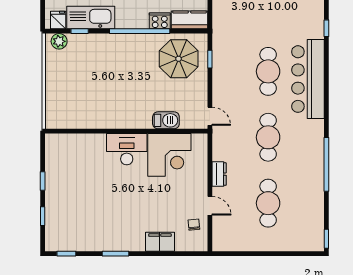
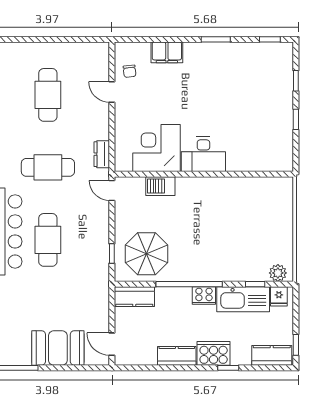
cooker: (160, 21) -> (204, 295), moved
cafe table: (268, 137) -> (48, 167), turned 90
dresser: (219, 174) -> (102, 154), moved

